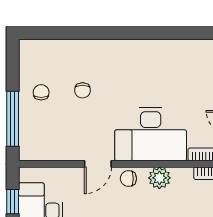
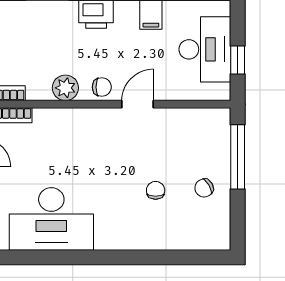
chair: (41, 92) -> (204, 188), turned 60
desk: (151, 134) -> (51, 219), moved, turned 180

